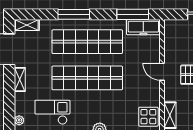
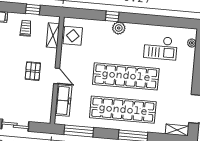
freezer: (143, 27) -> (63, 101), moved, turned 90
shelving: (20, 79) -> (188, 81), removed

